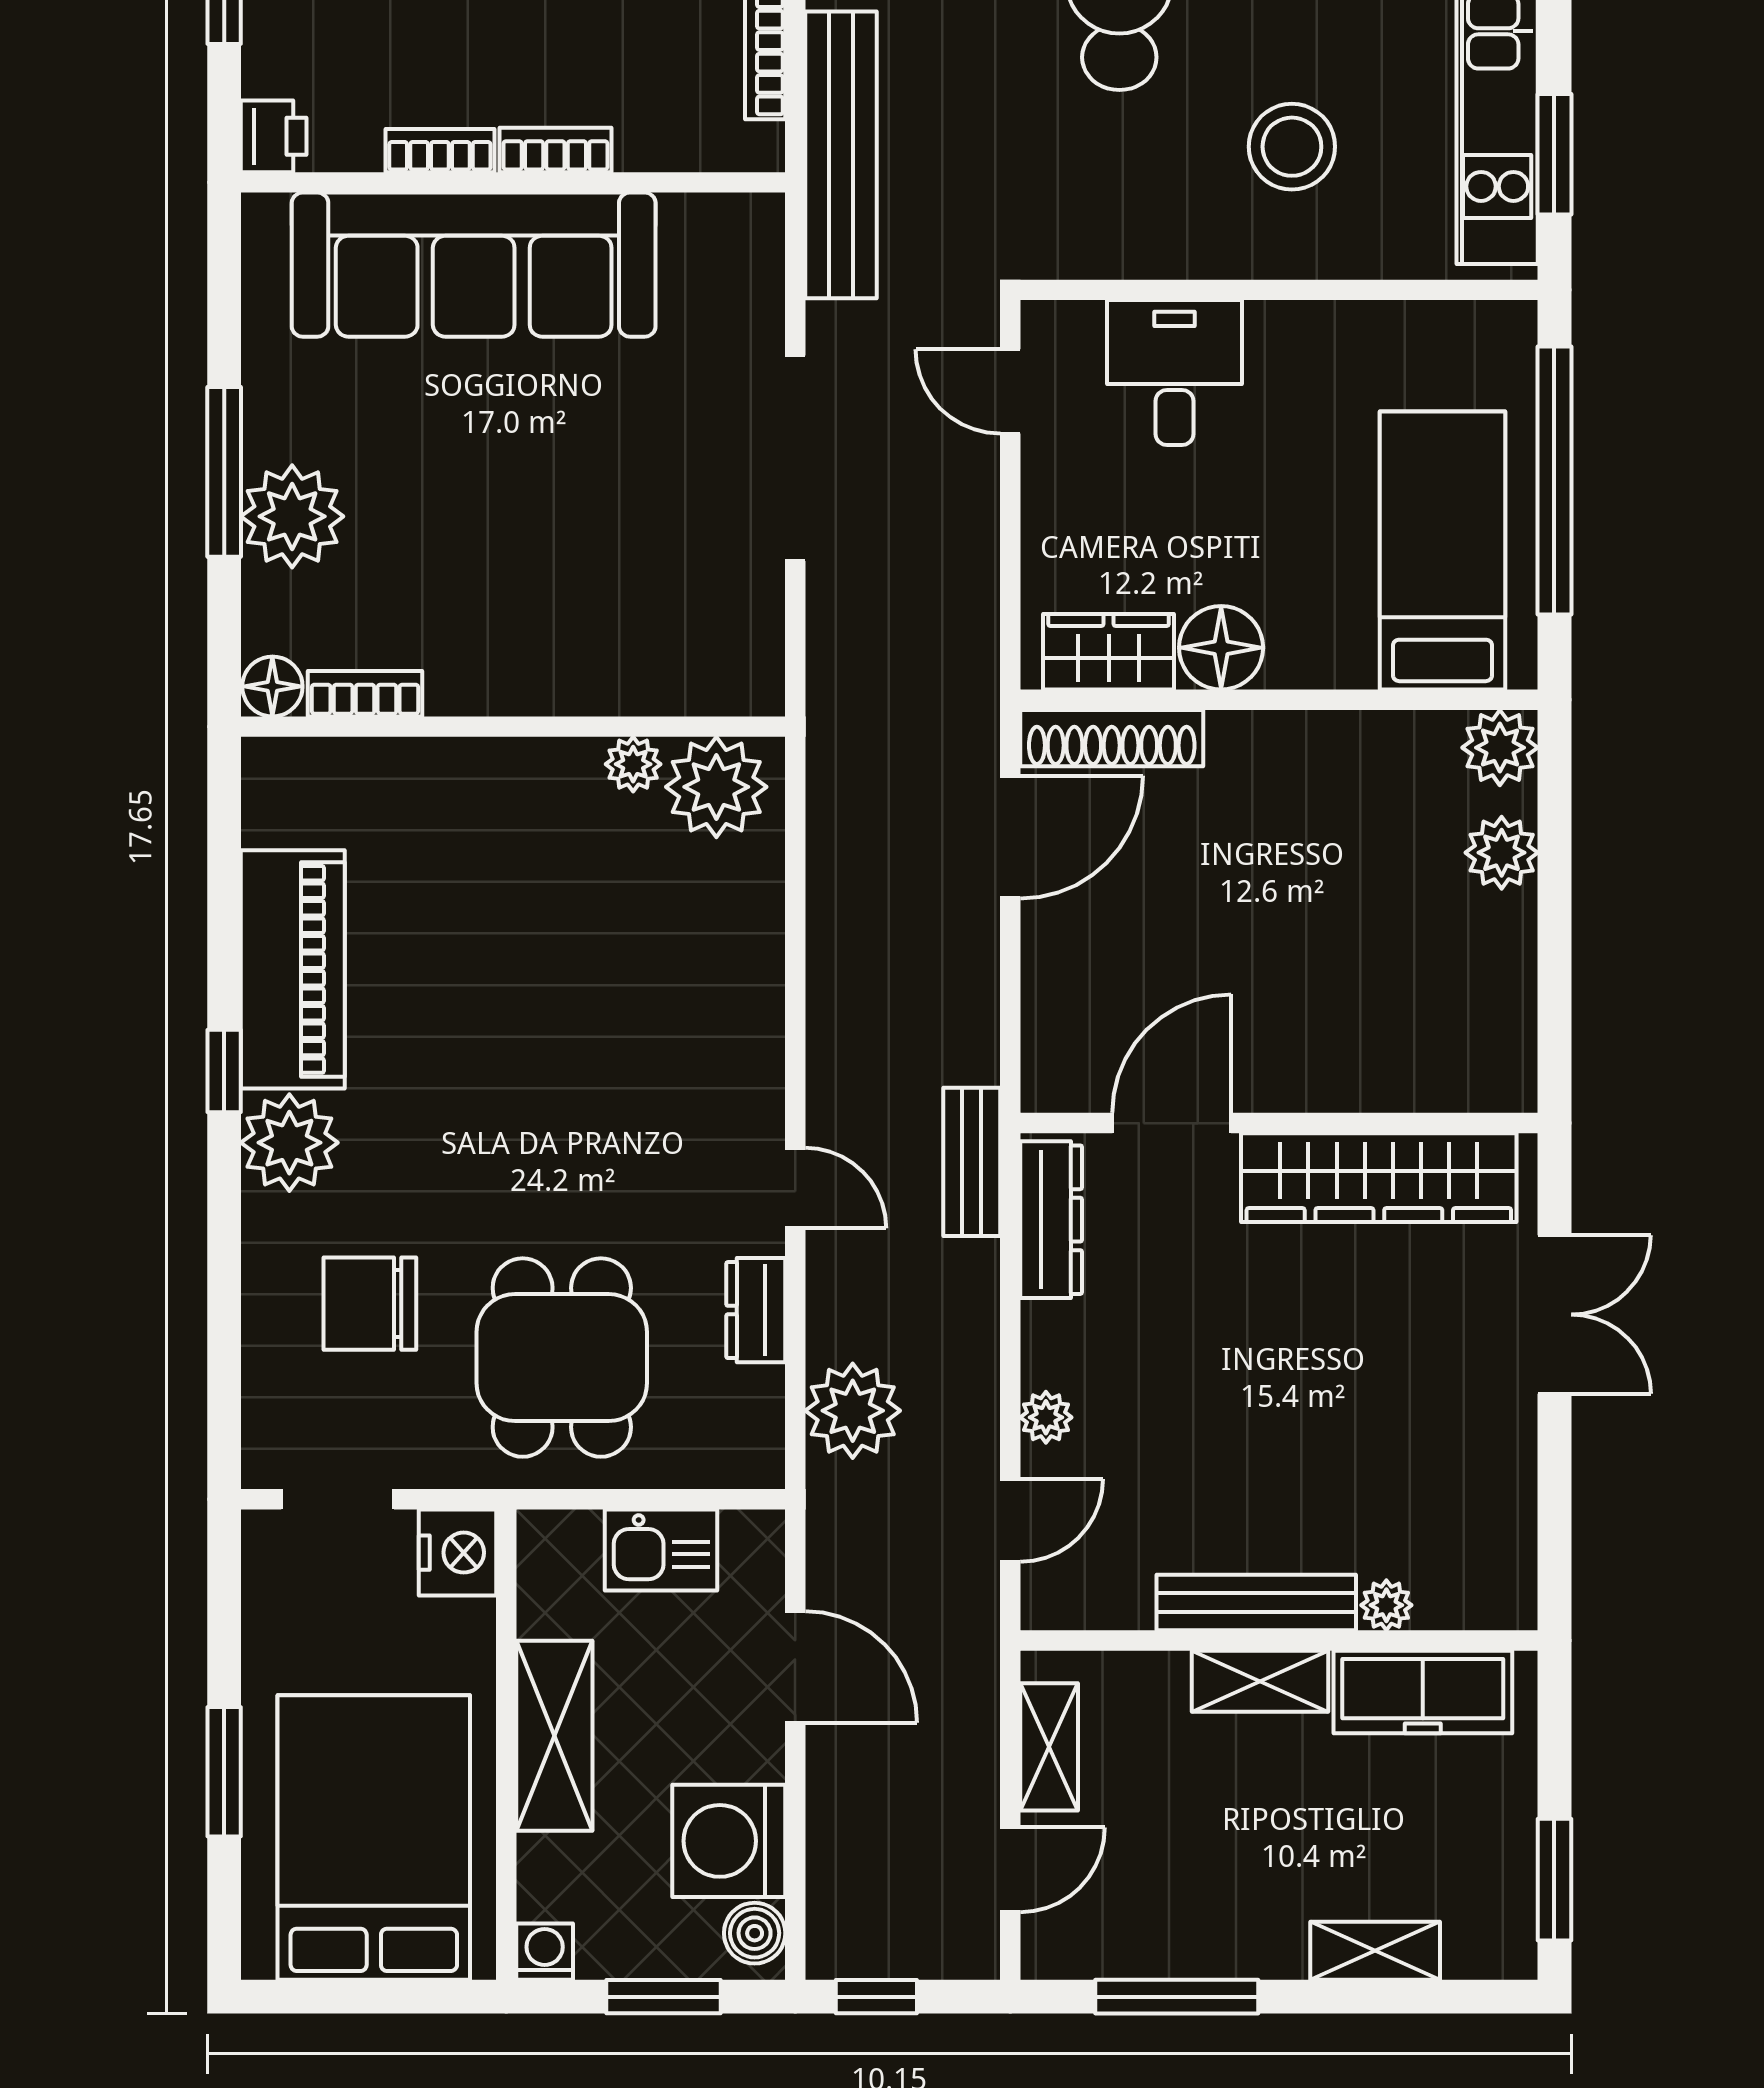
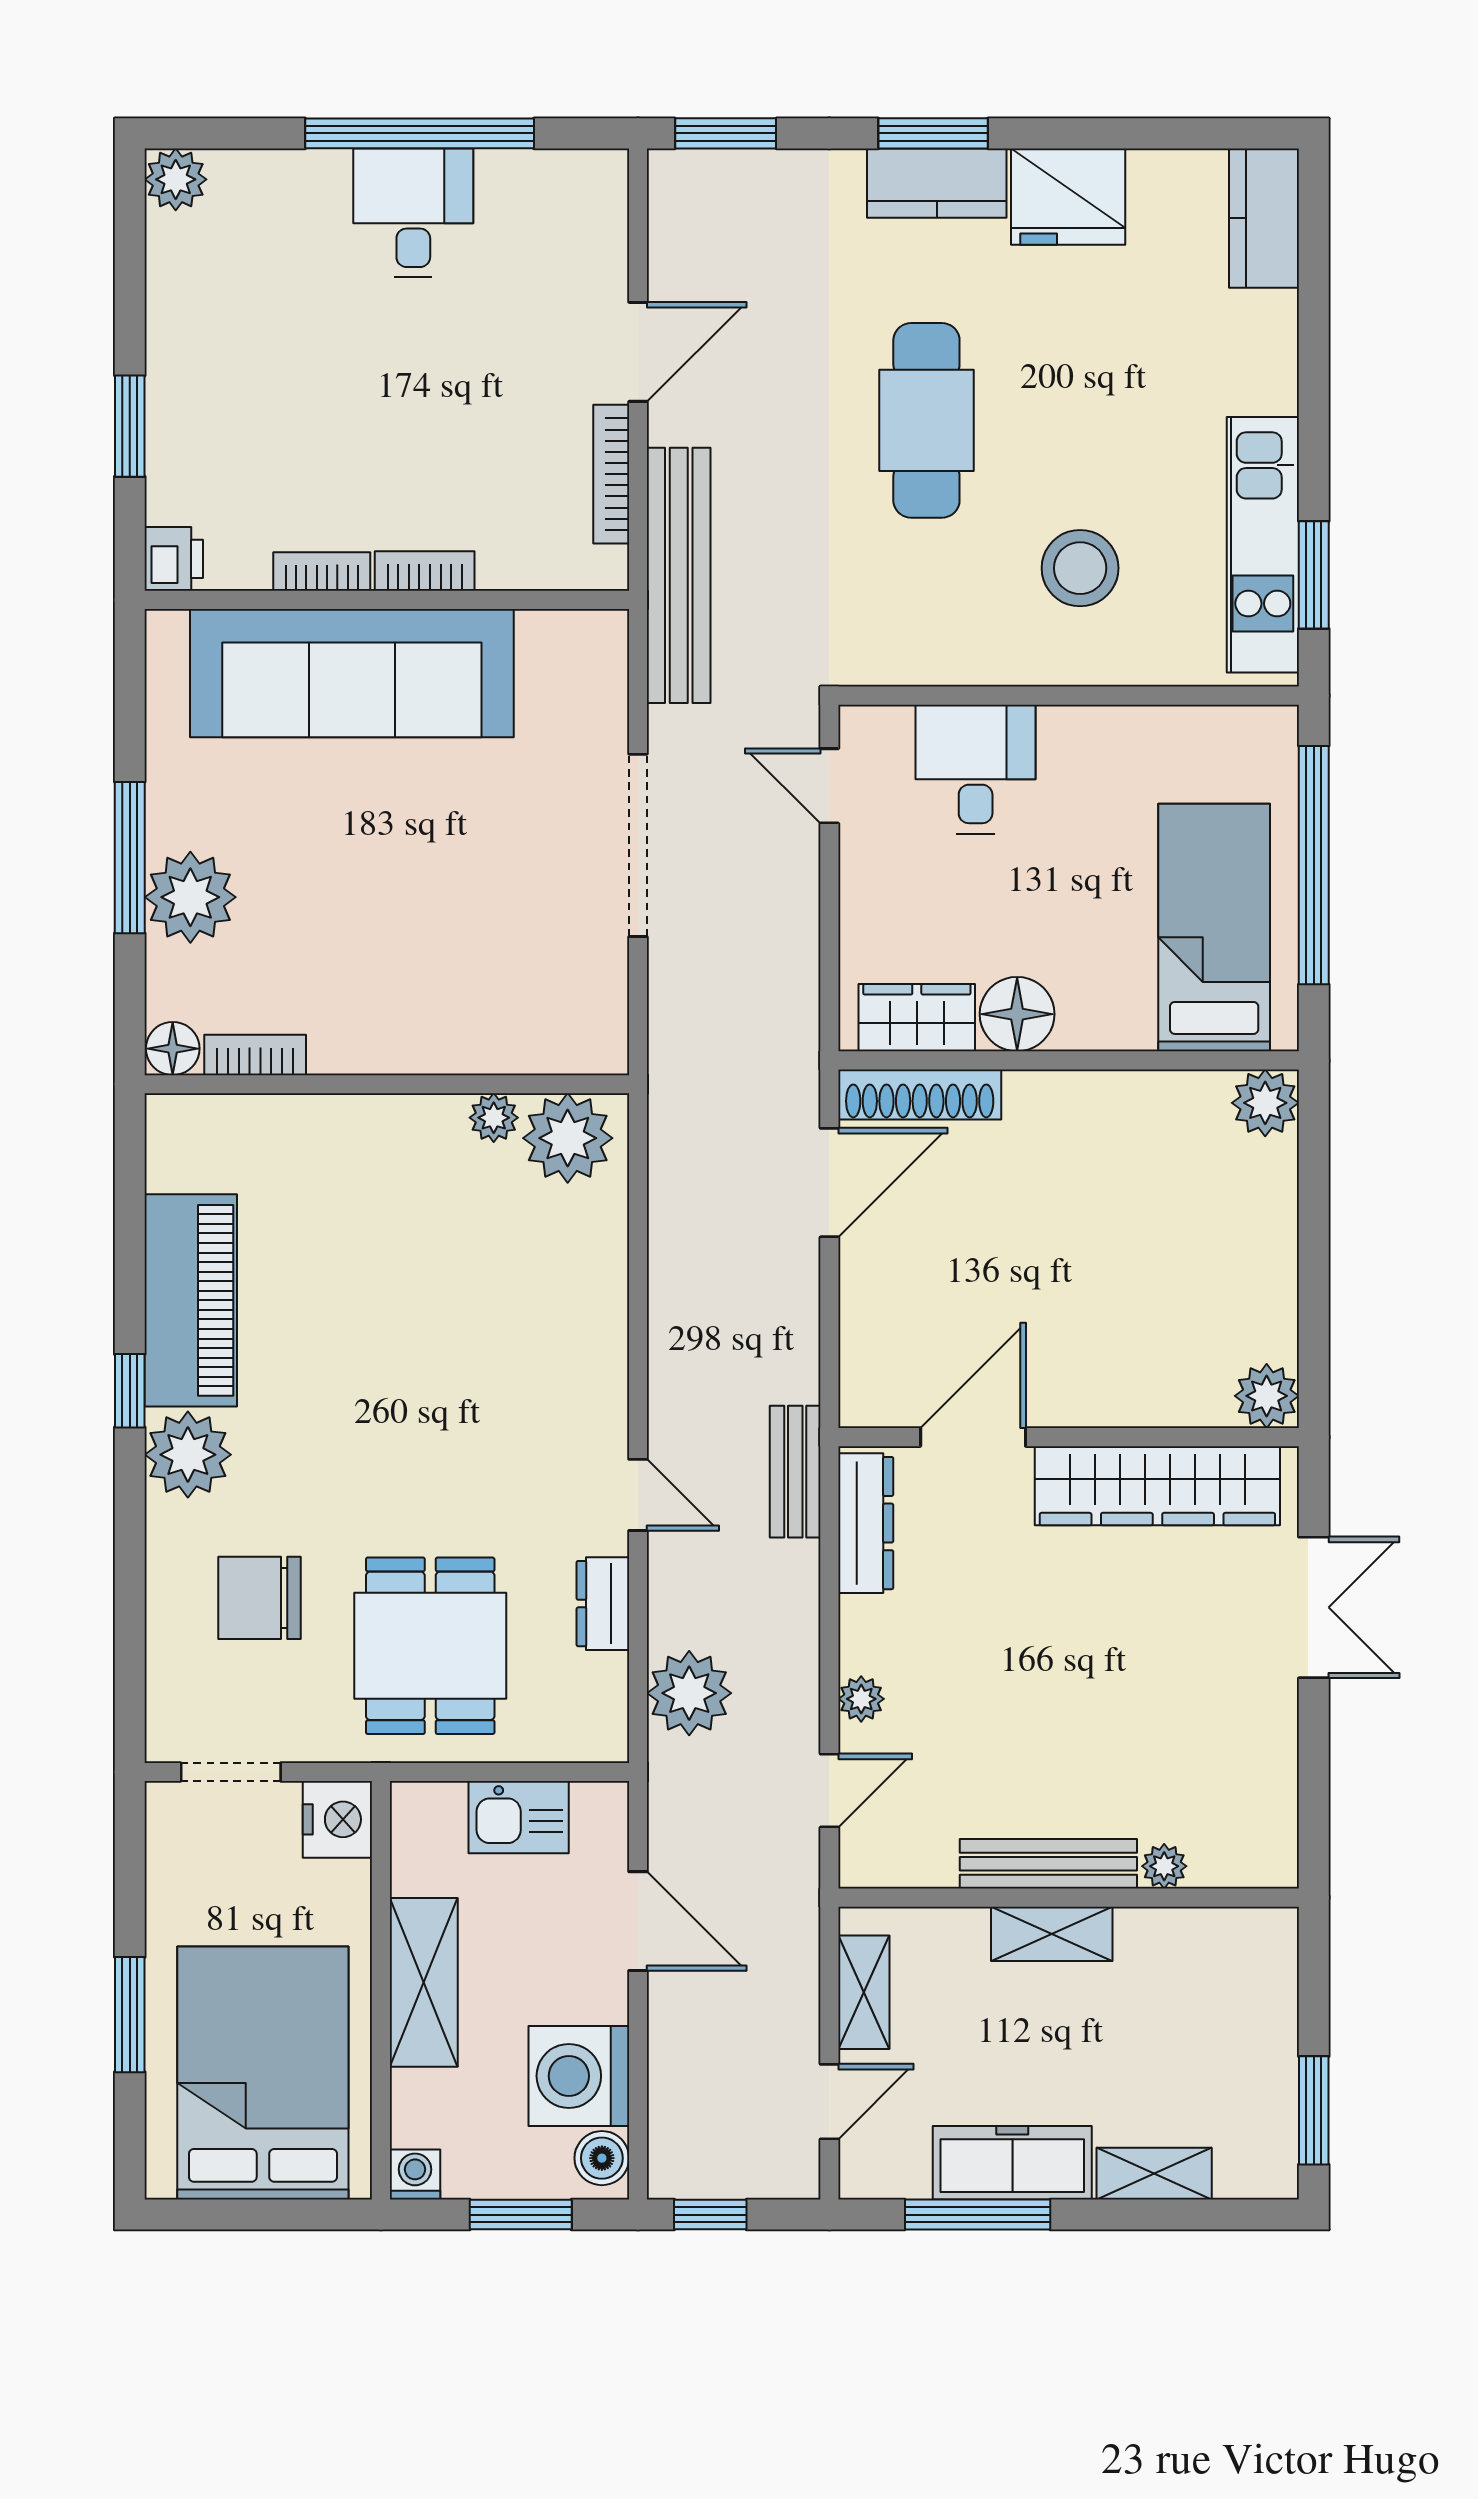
plant: (1502, 853) -> (1267, 1396), moved
freezer: (1423, 1692) -> (1012, 2163), moved, turned 180

